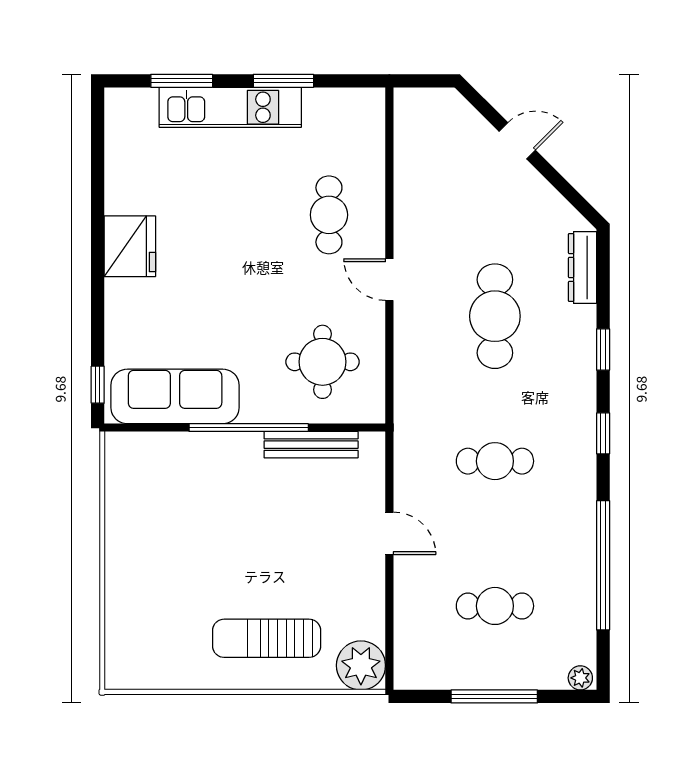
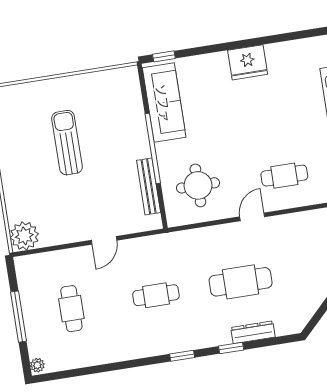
dresser: (583, 268) -> (253, 332), moved
cafe table: (495, 461) -> (156, 295), turned 90
window: (603, 565) -> (105, 368), removed
sun lounger: (267, 638) -> (67, 143), moved

